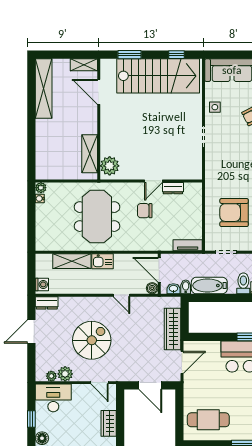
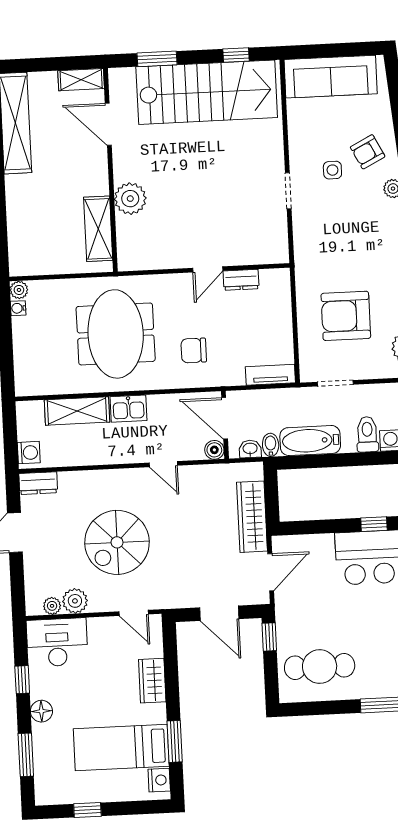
side table: (215, 107) -> (332, 170), moved
plant: (110, 166) -> (130, 199), moved
chair: (145, 211) -> (194, 350), moved
spiral stairs: (92, 340) -> (117, 542), turned 180
window: (179, 401) -> (269, 637), added

